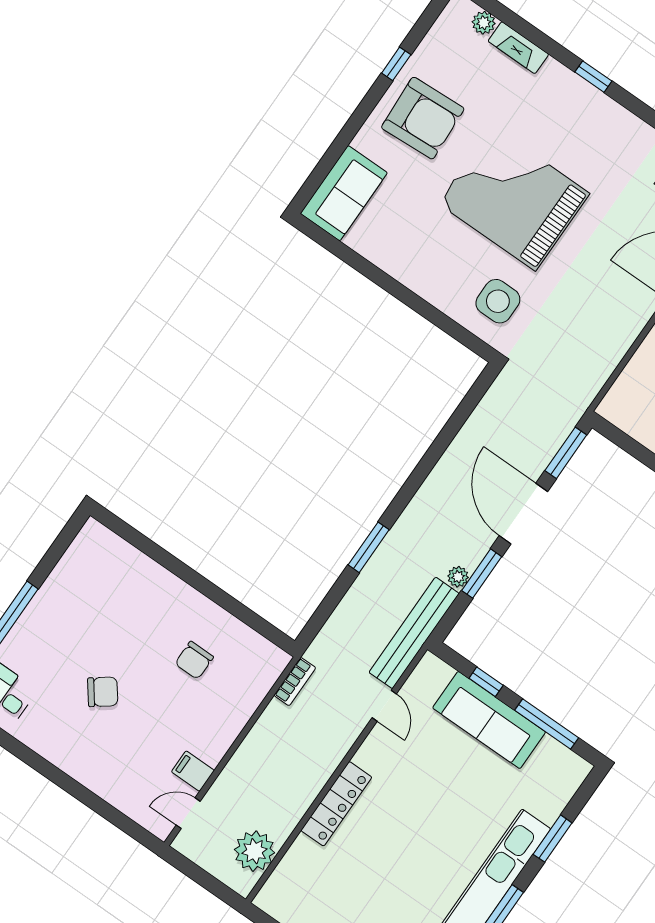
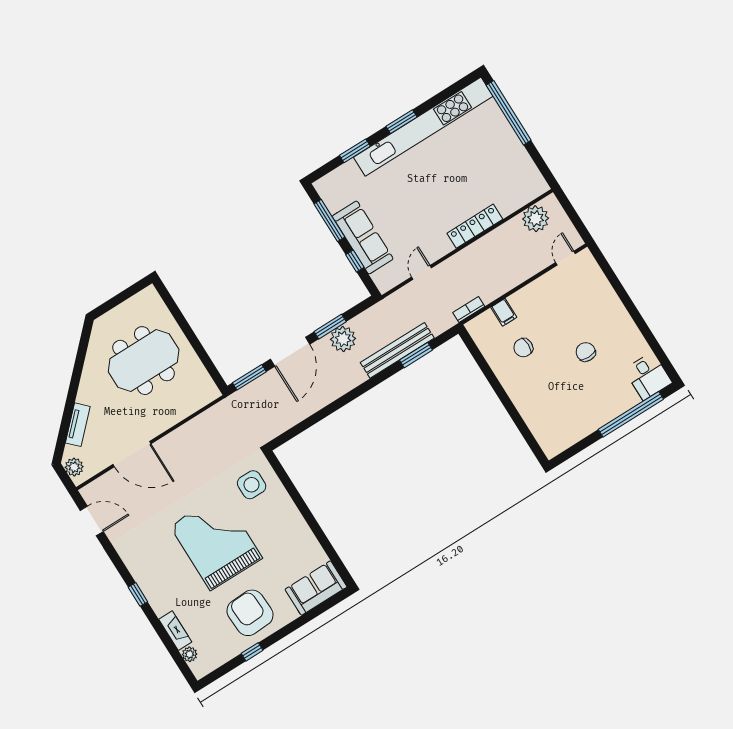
grand piano: (514, 198) -> (216, 542), turned 180
window: (369, 547) -> (416, 355), moved
plant: (458, 577) -> (343, 339), width x1.88, depth x1.88
bench: (414, 633) -> (397, 350), moved
chair: (194, 660) -> (523, 348), turned 180
chair: (103, 692) -> (586, 352), turned 37
filing cabinet: (193, 771) -> (504, 312), moved
door: (188, 813) -> (566, 258), swing flipped

